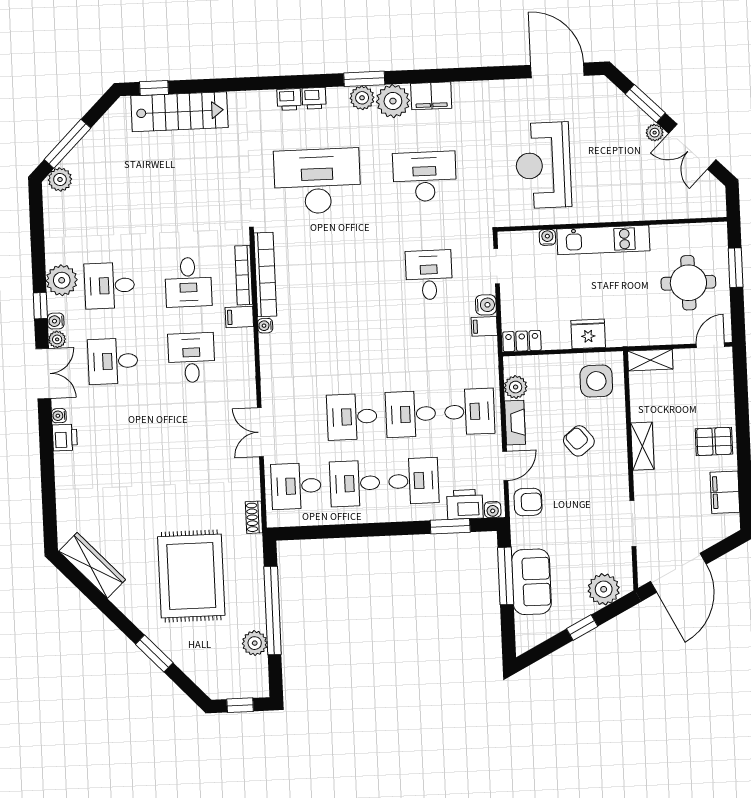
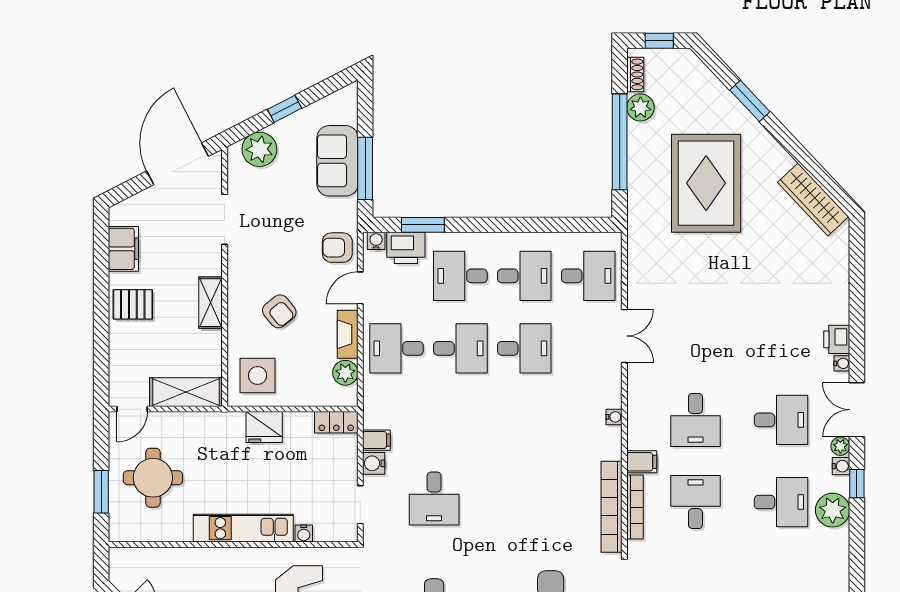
water cooler: (265, 326) -> (614, 417), moved
shelving: (650, 360) -> (186, 392), width x1.50, depth x1.33
shoe rack: (254, 517) -> (635, 74), moved

